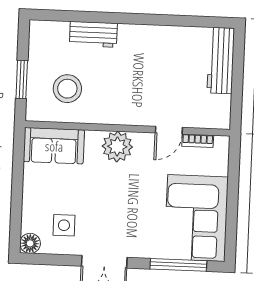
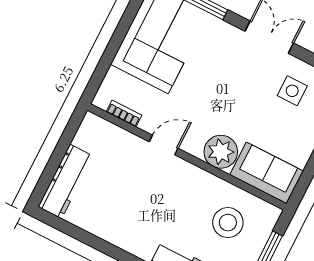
door: (169, 130) -> (164, 145), moved
plant: (117, 147) -> (221, 152), moved

